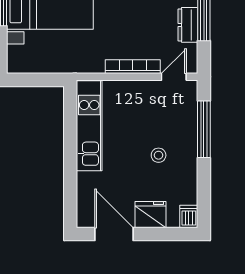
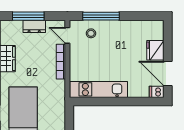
stool: (159, 155) -> (91, 33), moved
dishwasher: (189, 216) -> (157, 92), moved
door: (114, 234) -> (168, 74), hinge flipped

